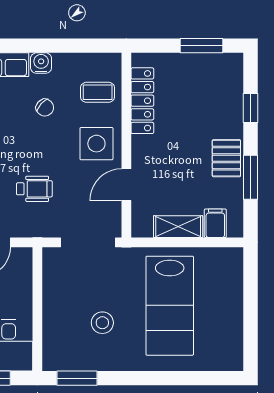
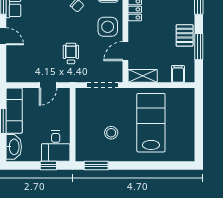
wheelchair: (34, 189) -> (71, 54), turned -90
shelving: (178, 227) -> (143, 76), moved
lab bench: (170, 306) -> (151, 123), turned 180

